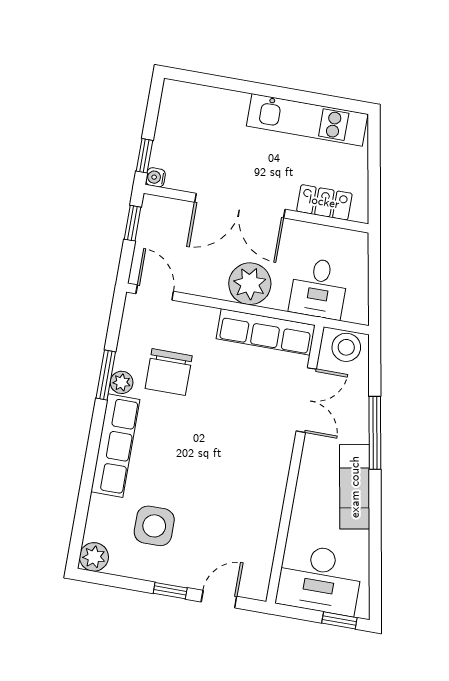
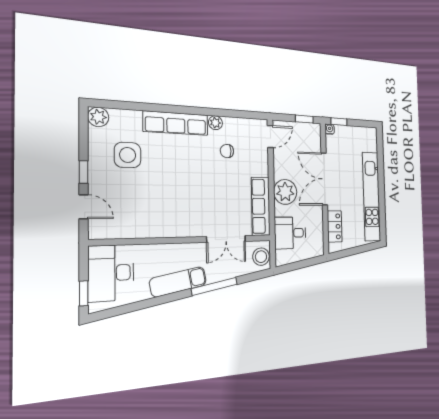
kitchen unit: (307, 120) -> (371, 196), width x1.36
chair: (169, 372) -> (227, 151), width x0.54, depth x0.54
window: (106, 375) -> (218, 112), removed

